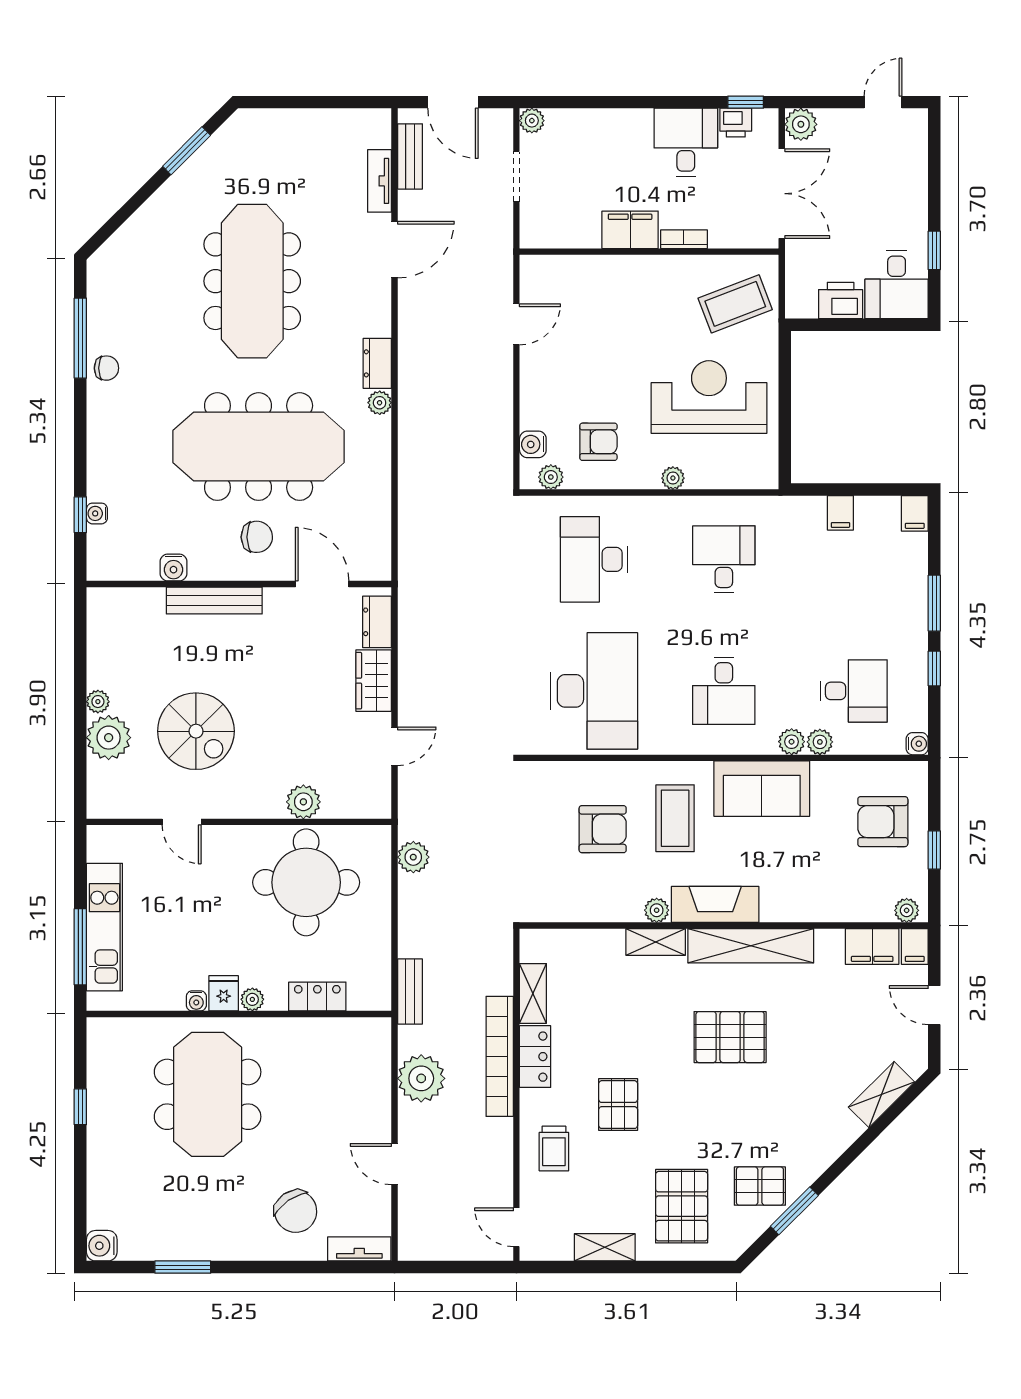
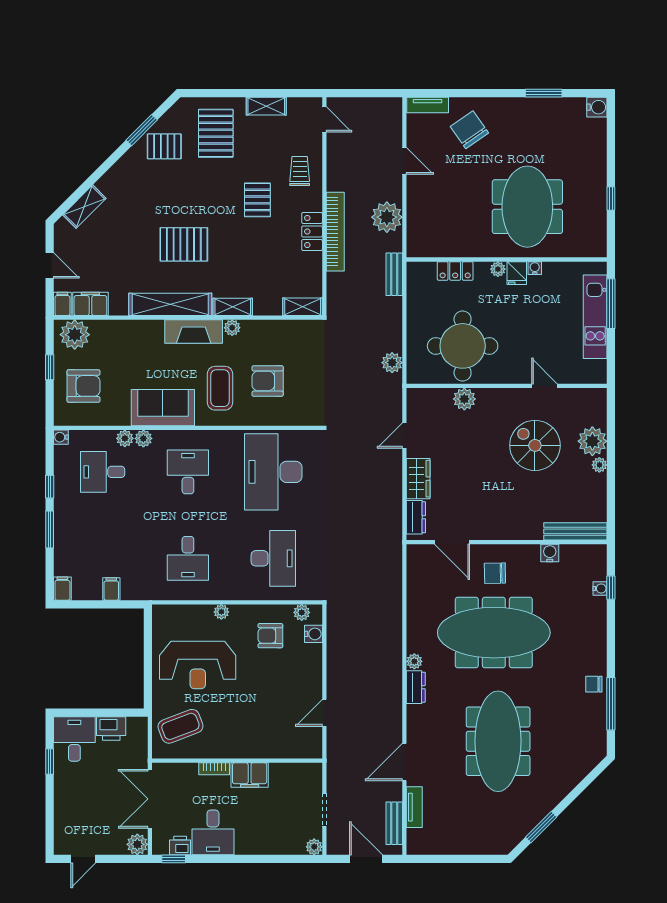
bench: (214, 600) -> (575, 531), moved
plant: (907, 910) -> (75, 335), width x1.87, depth x1.87
shelving: (533, 993) -> (303, 307), moved, turned 90

